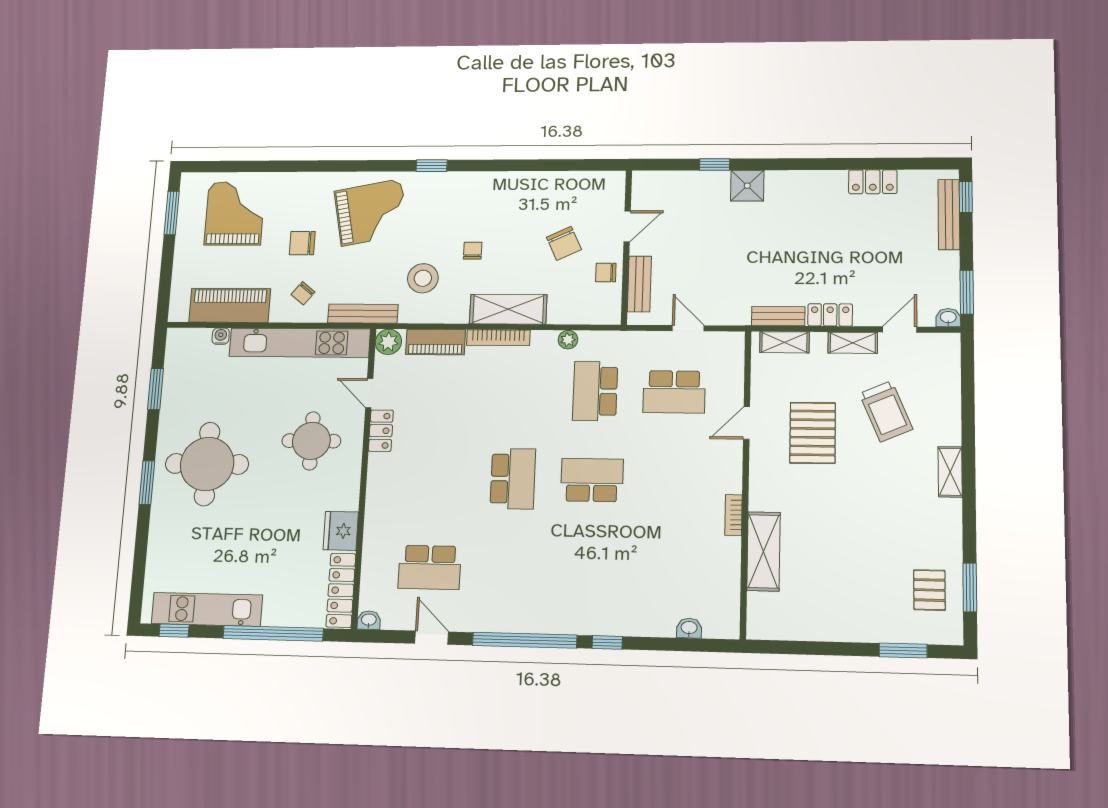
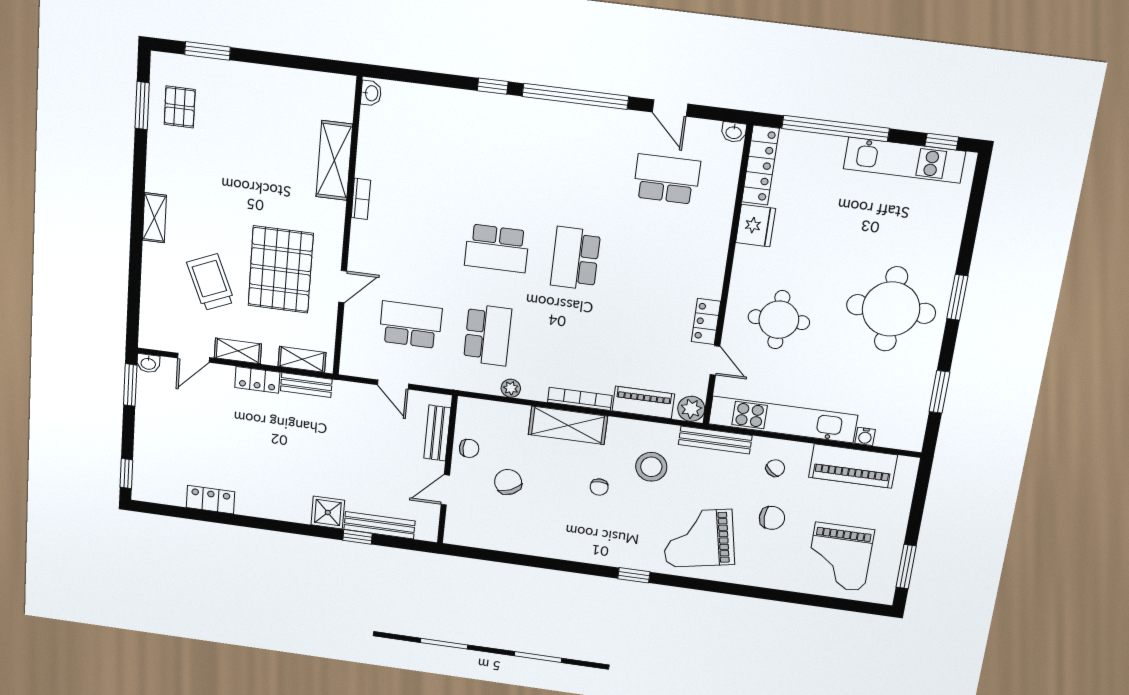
bench: (949, 215) -> (379, 525), moved, turned 90
pallet: (813, 433) -> (281, 270), width x1.37, depth x1.41
washbasin: (689, 628) -> (371, 93), moved, turned -90

